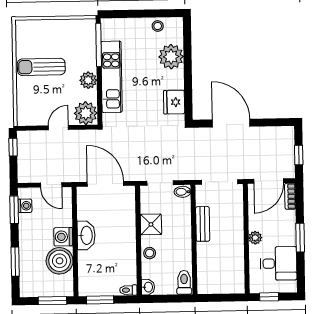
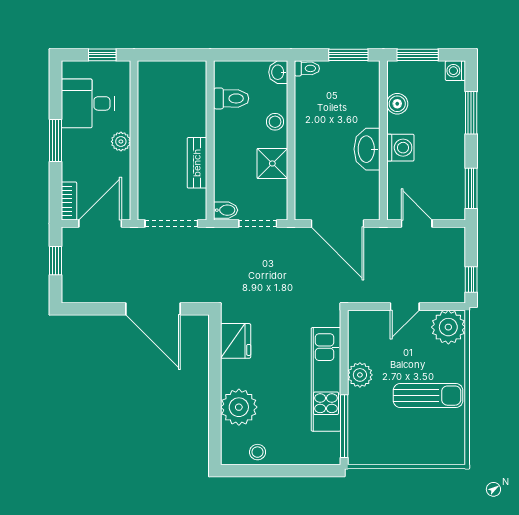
plant: (86, 113) -> (448, 327), moved
washing machine: (25, 206) -> (455, 71), moved
boiler: (60, 261) -> (397, 104), width x0.54, depth x0.54
toilet: (184, 282) -> (231, 98), moved, turned -90

